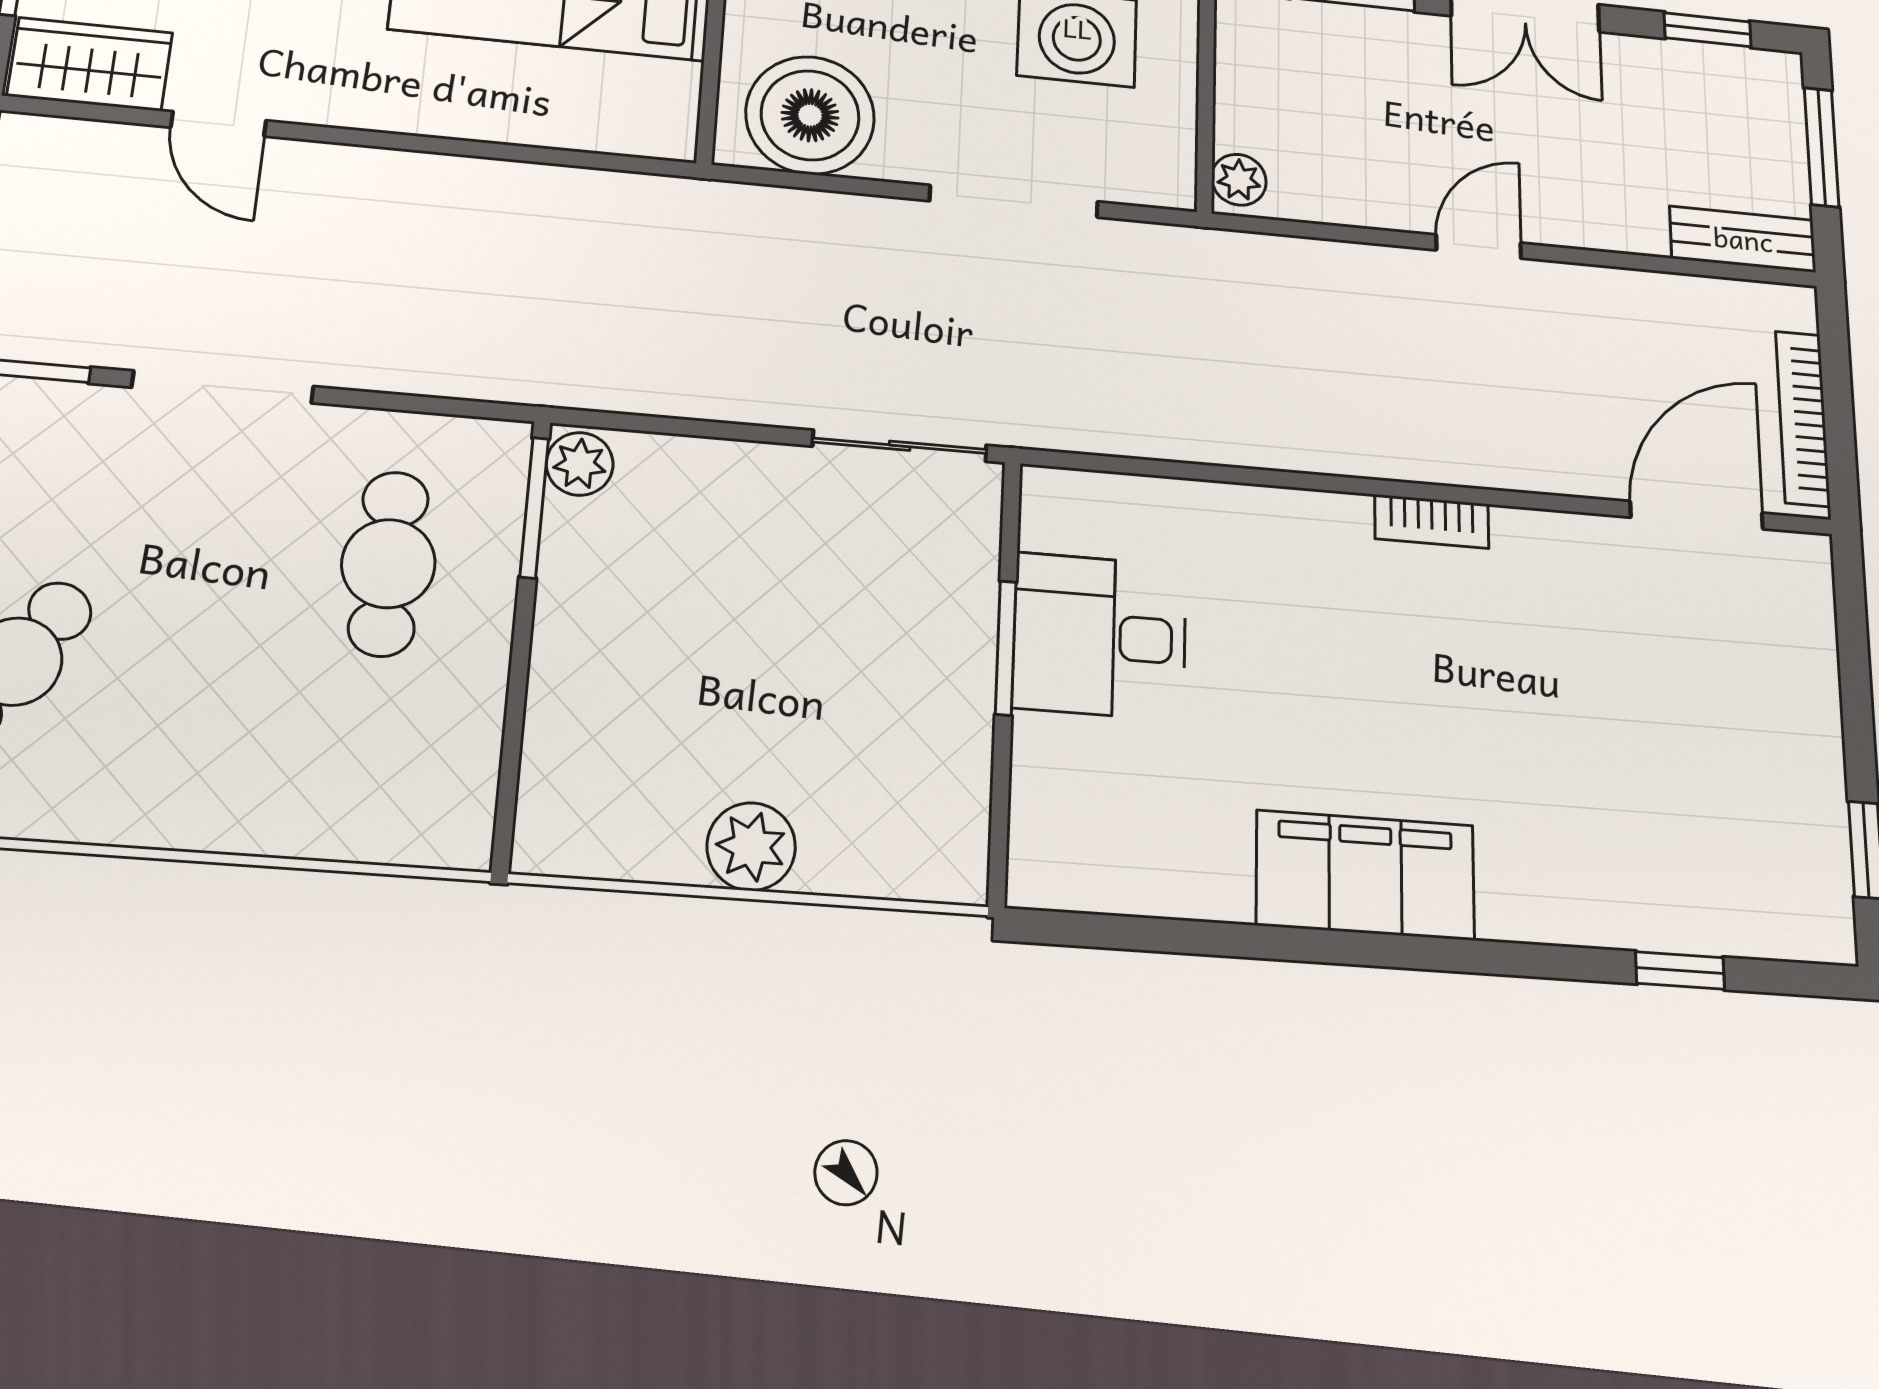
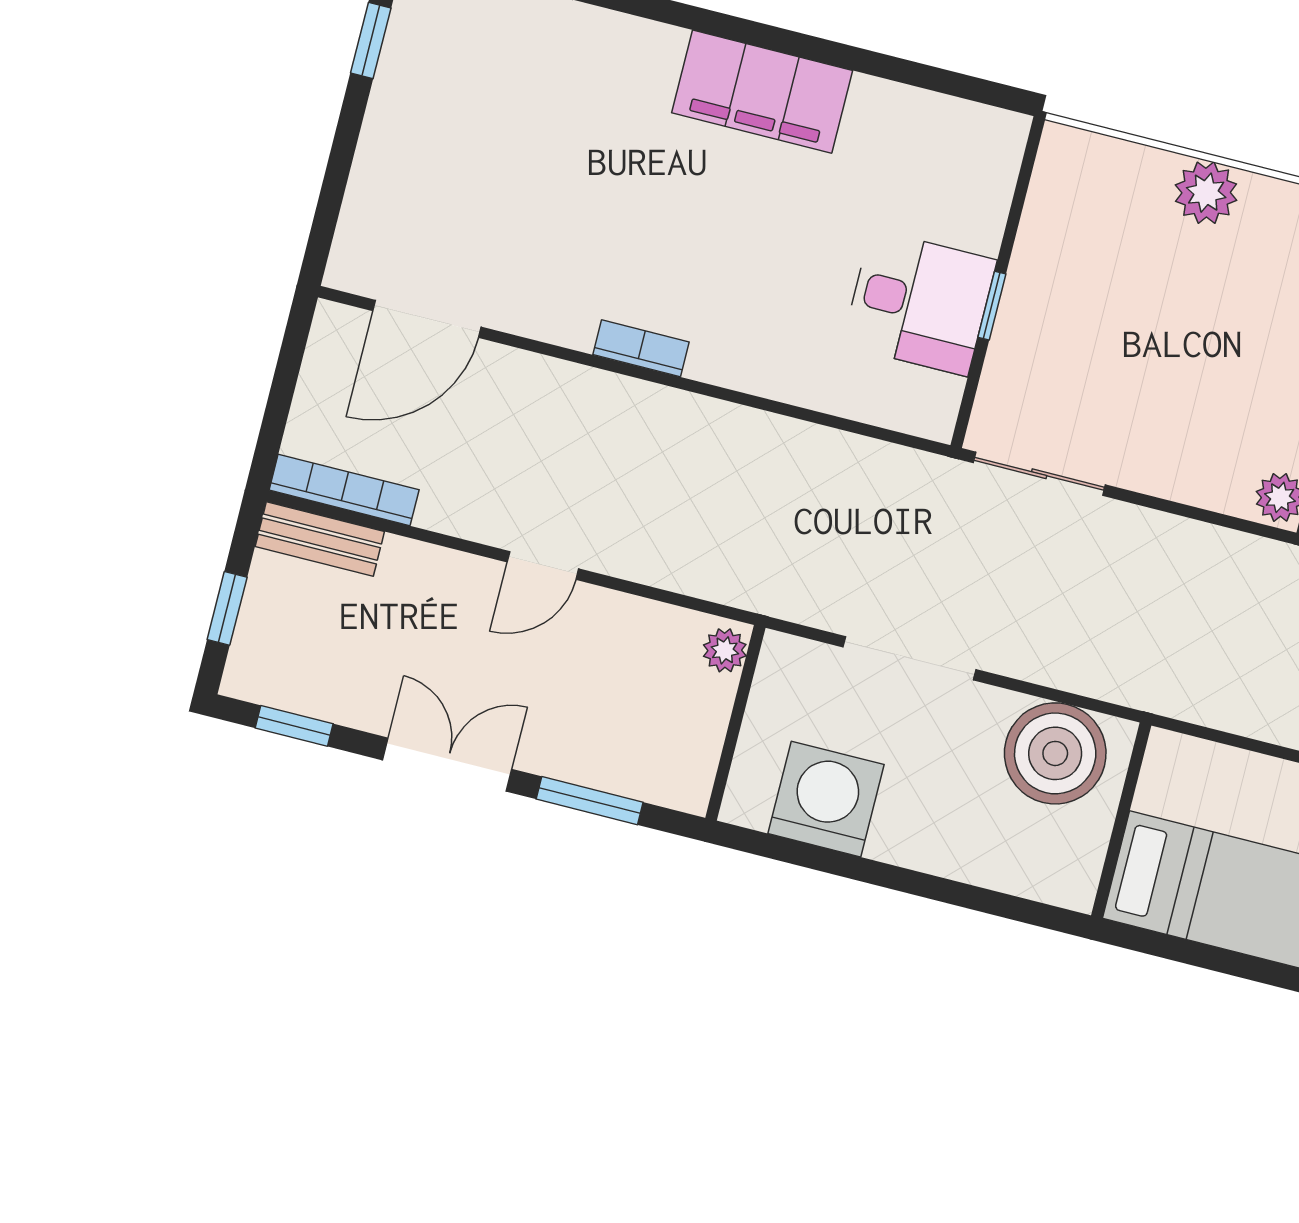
window: (1822, 147) -> (227, 608), width x0.67
bookcase: (1803, 418) -> (344, 490), moved, turned -90
window: (1006, 648) -> (992, 306), width x0.67

